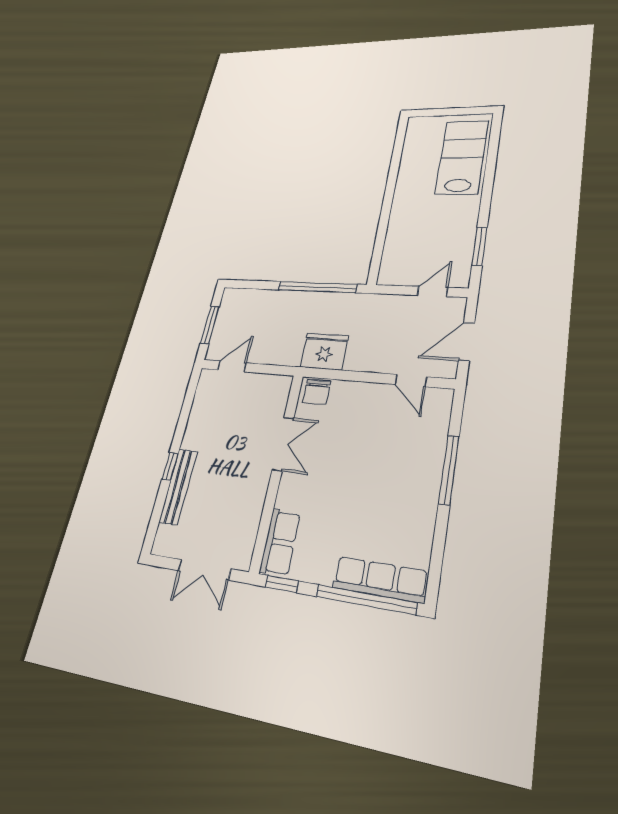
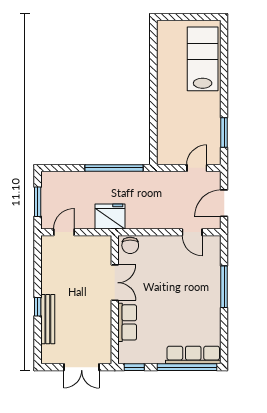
fridge: (324, 351) -> (110, 216), moved
row of seats: (280, 542) -> (127, 322), moved

